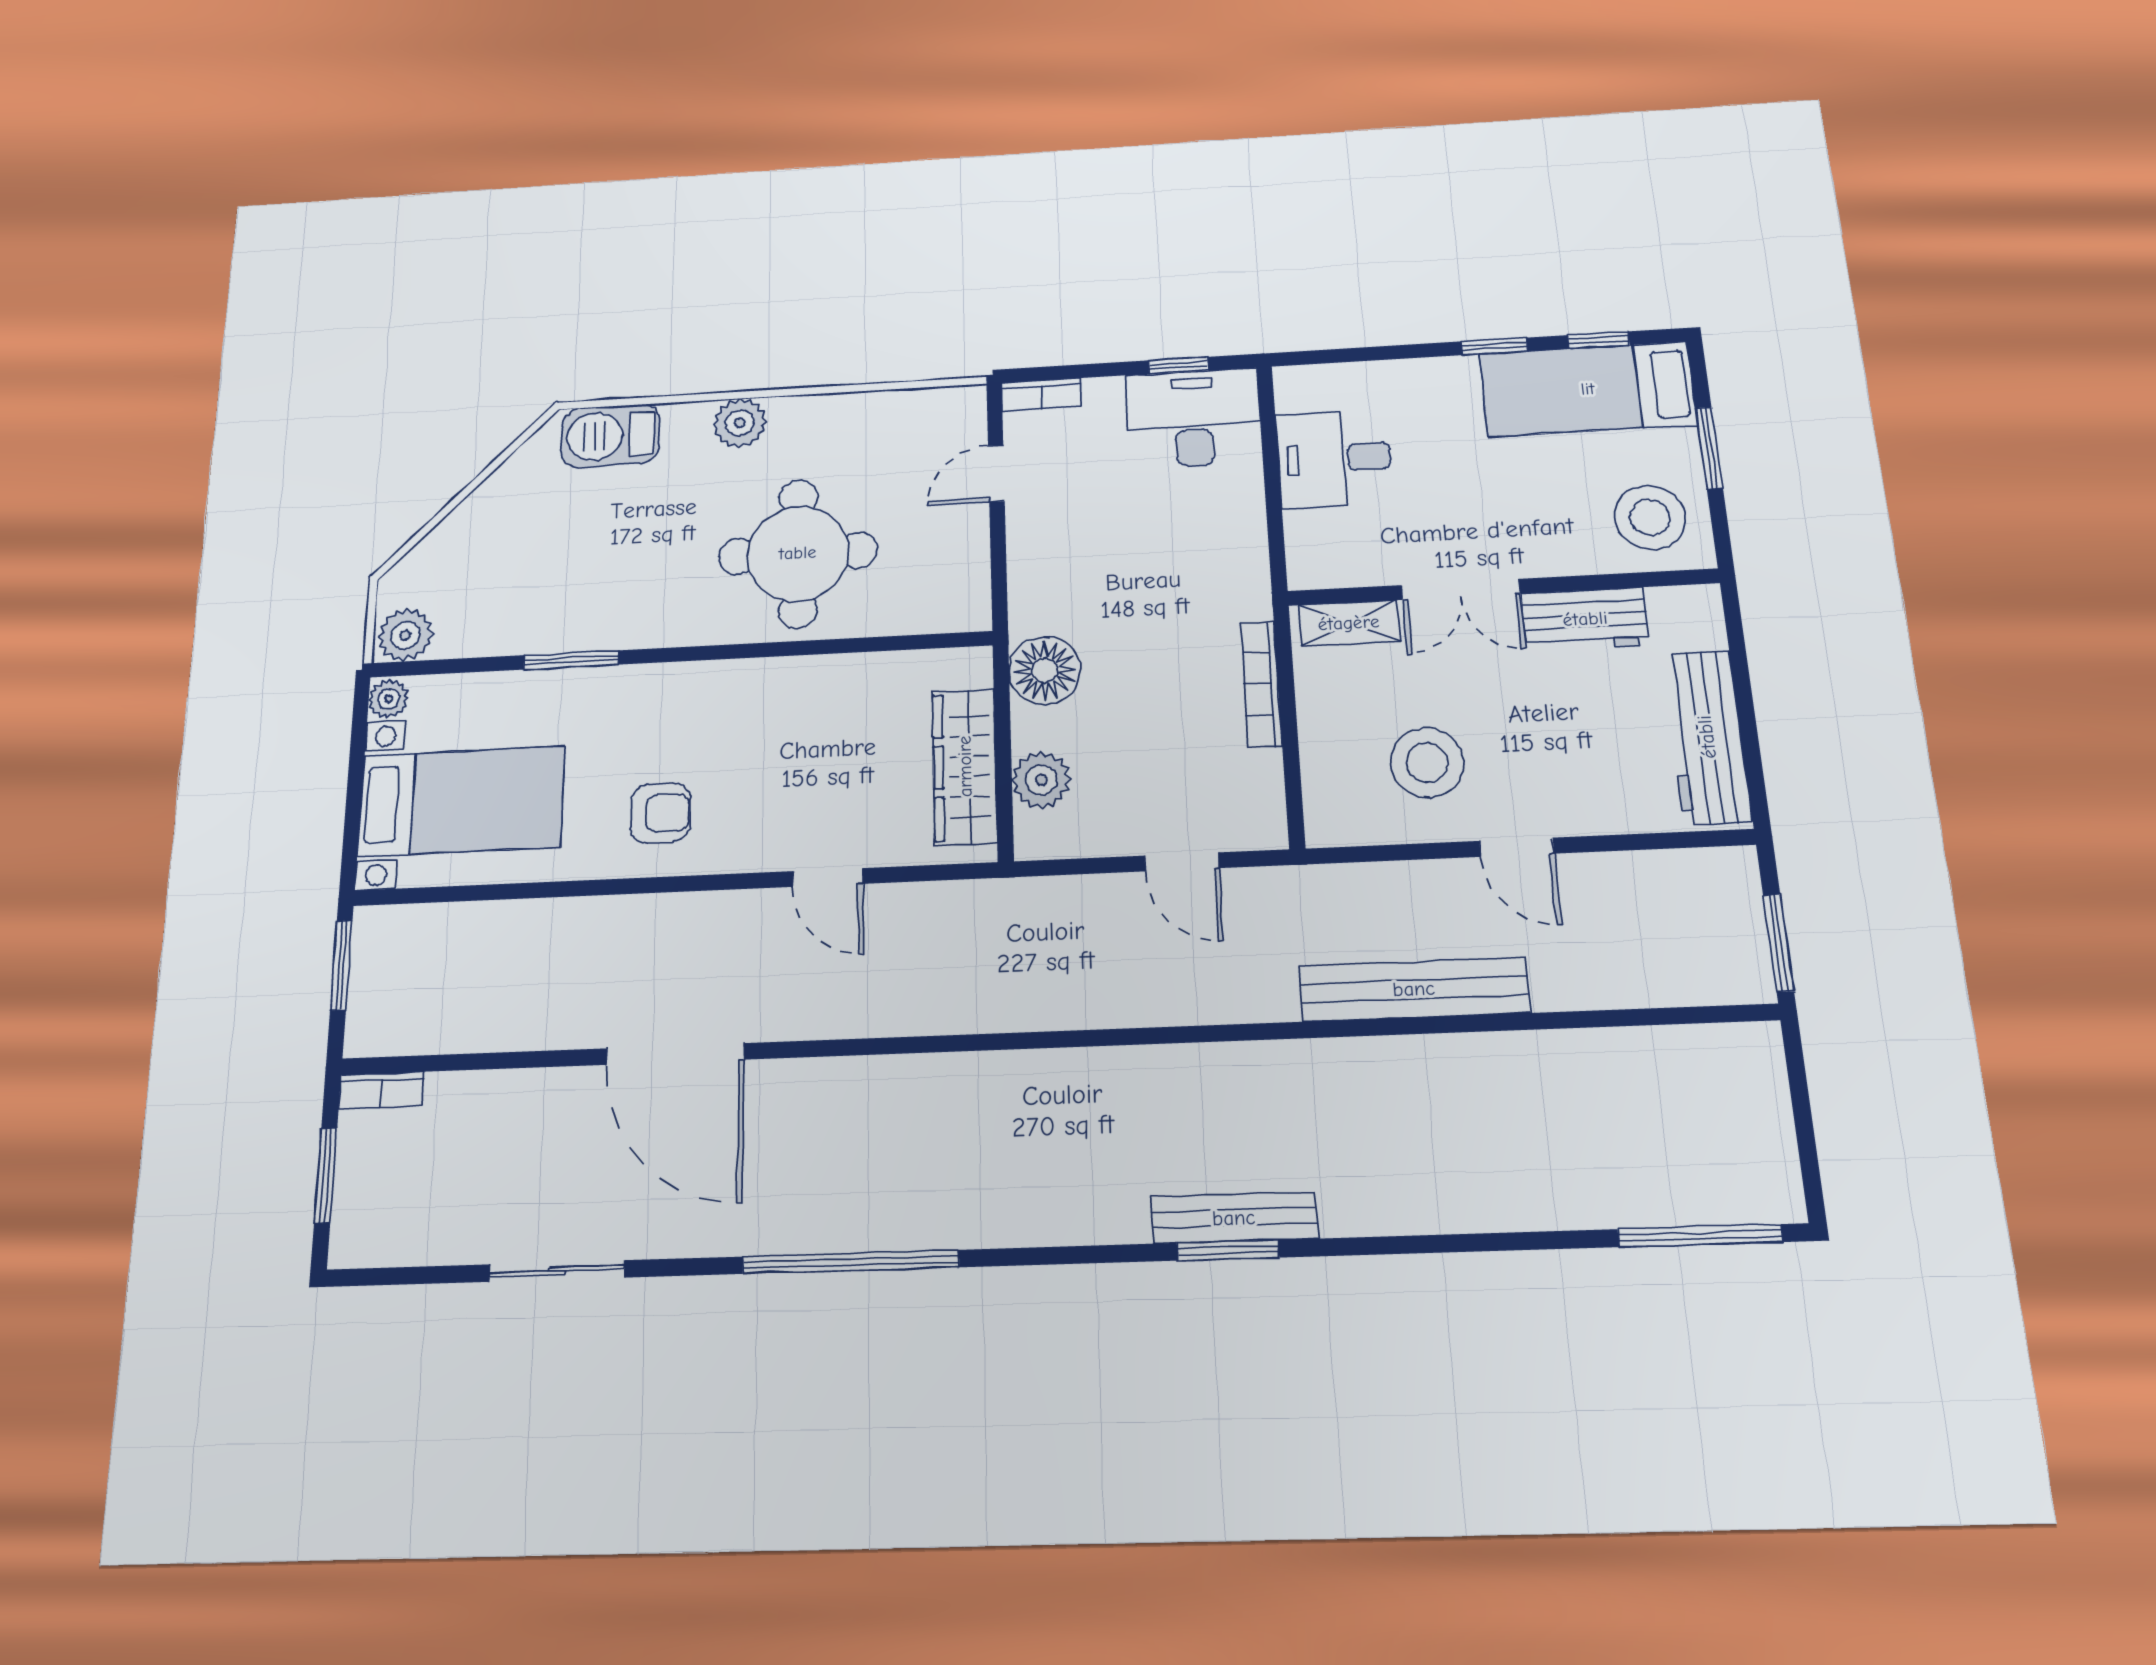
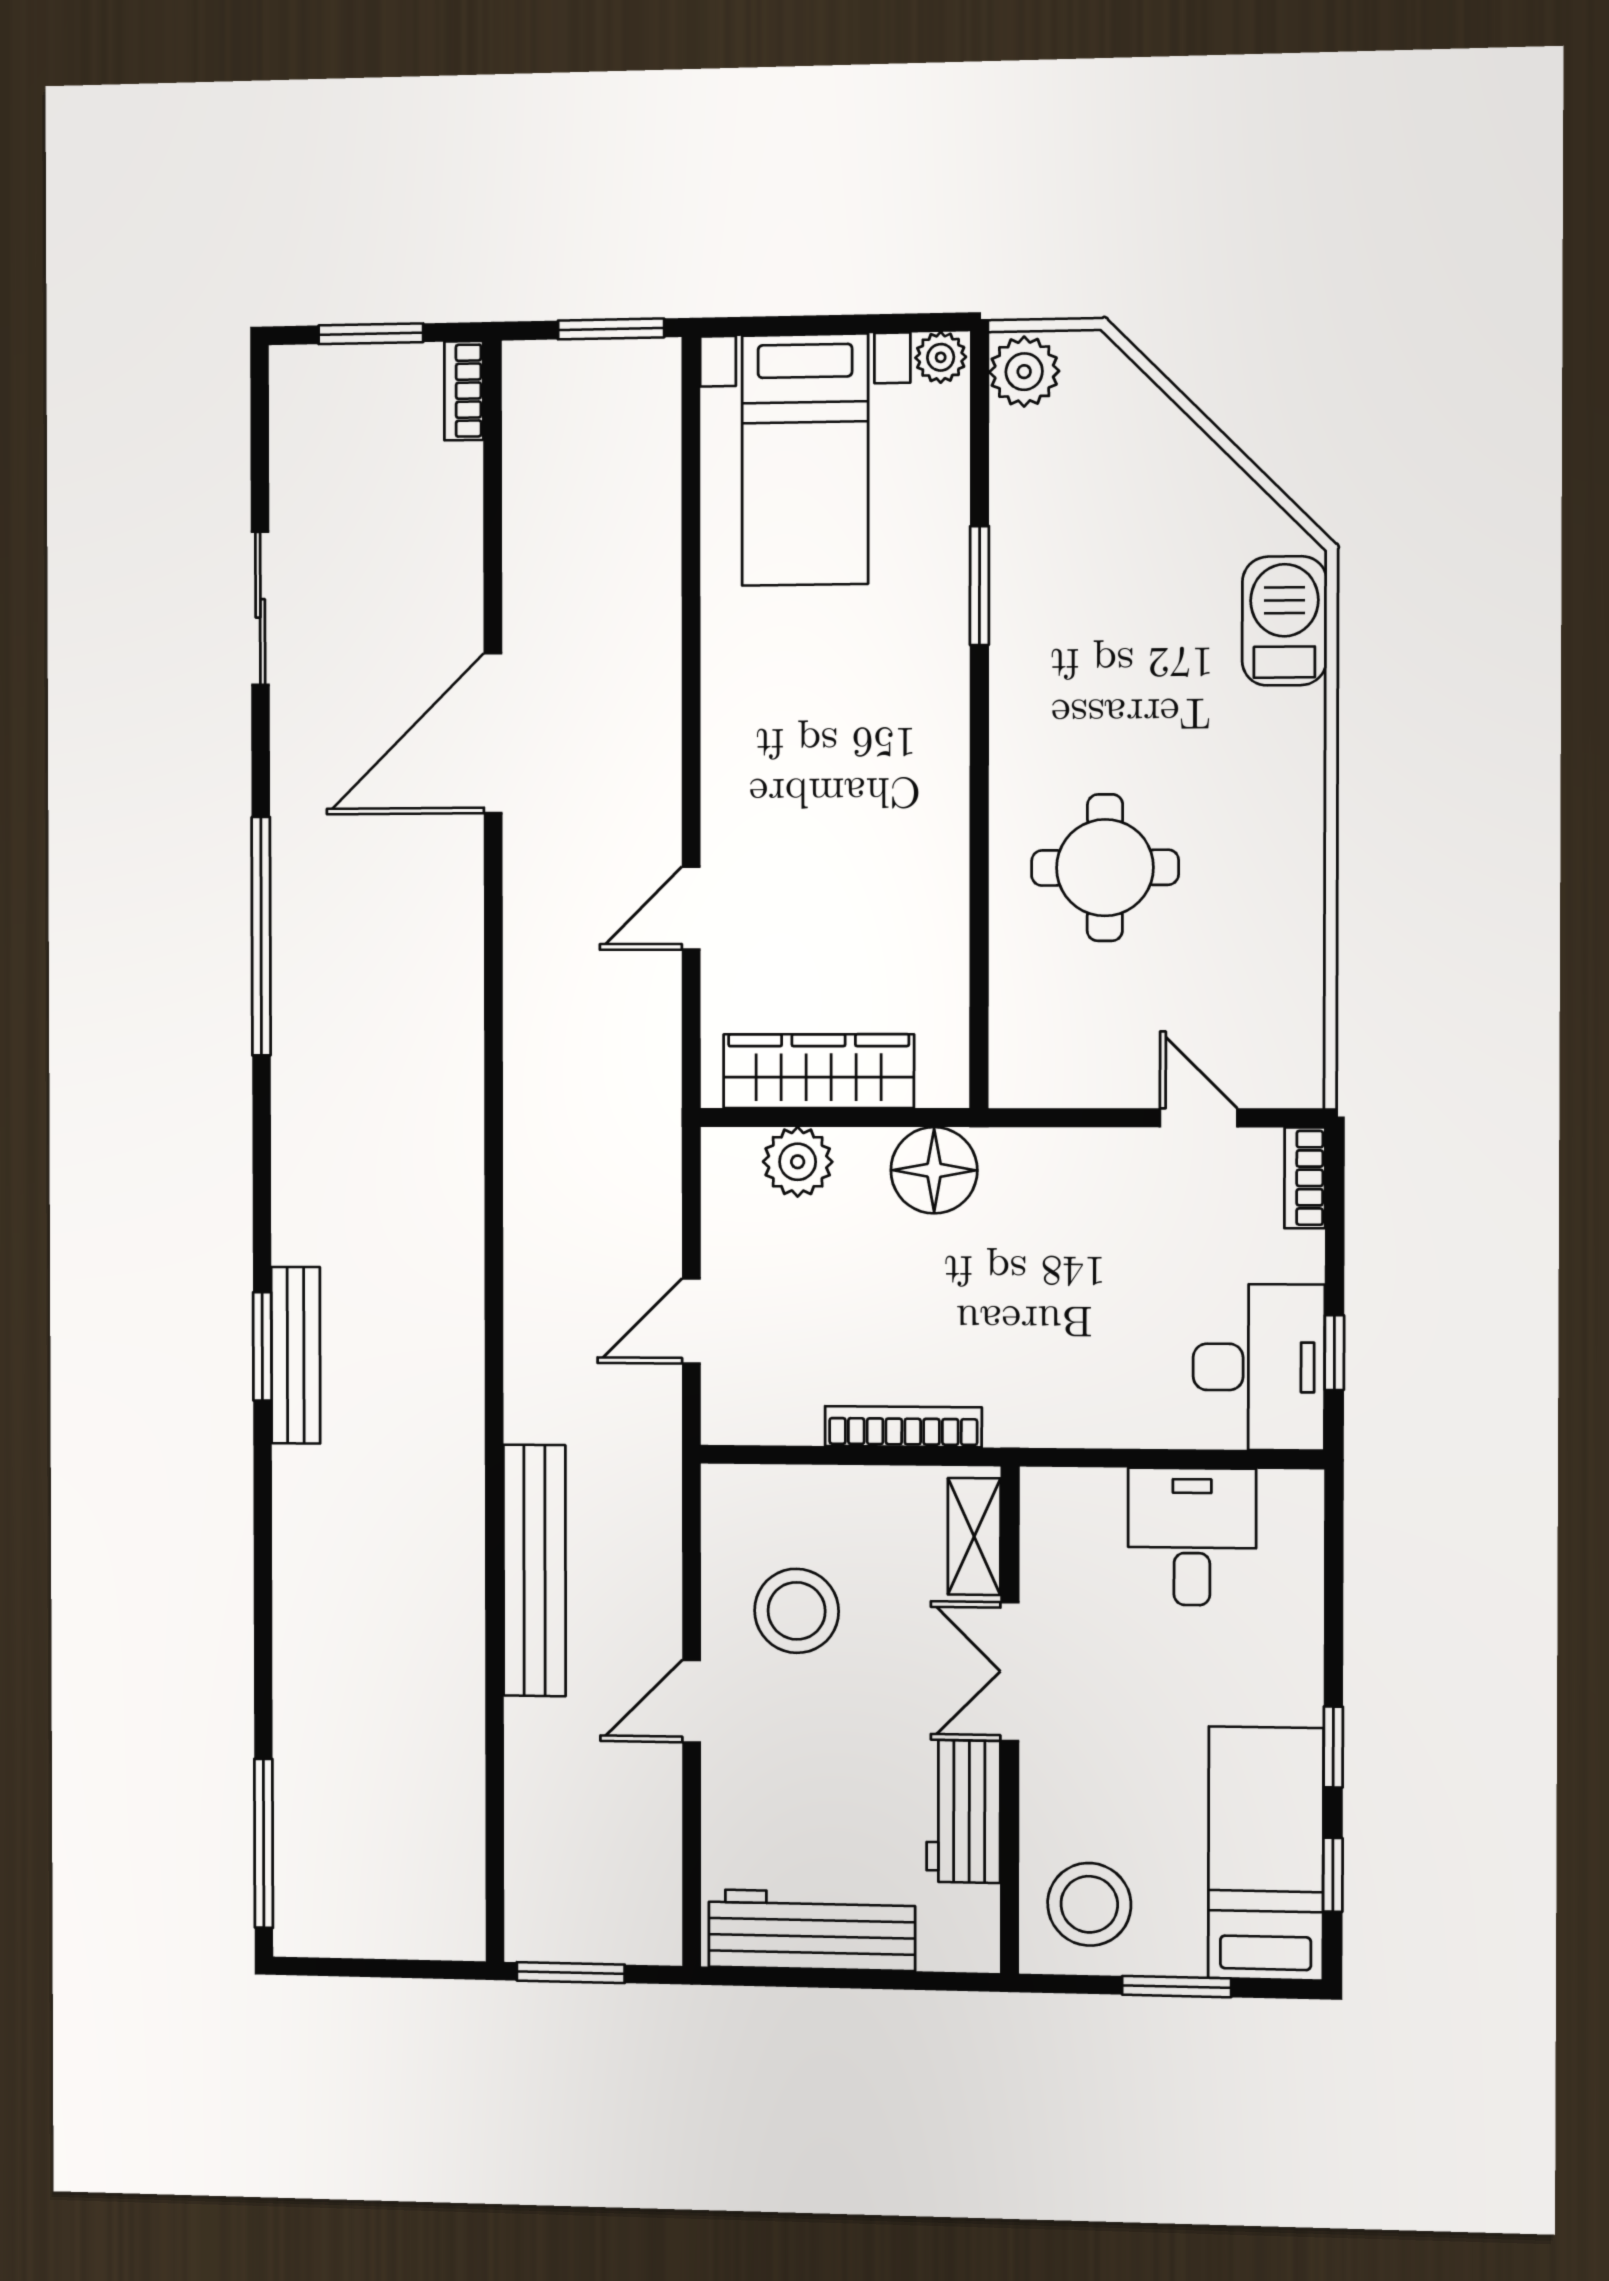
plant: (740, 423) -> (1291, 790), removed
round table: (798, 553) -> (1105, 868), width x0.73, depth x0.73
armchair: (660, 813) -> (778, 705), removed

